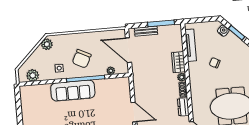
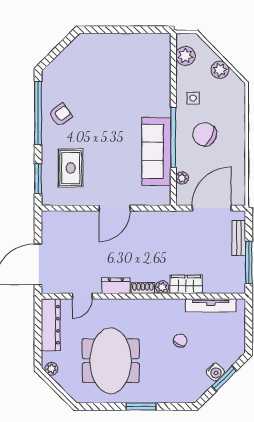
water cooler: (223, 31) -> (215, 372), moved
plant: (47, 44) -> (220, 70), moved
sofa: (73, 91) -> (156, 151), moved

